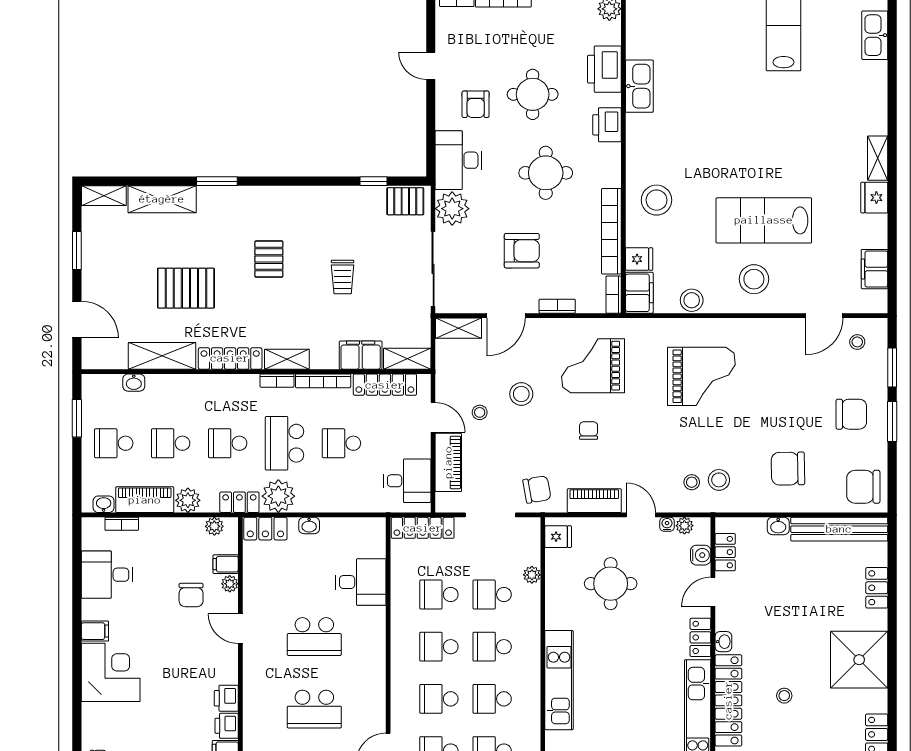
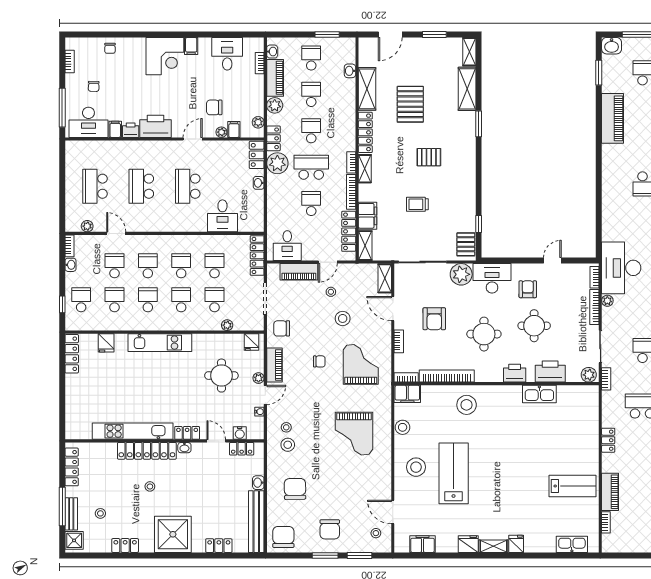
armchair: (476, 104) -> (528, 289), turned 90
fridge: (639, 259) -> (516, 544), moved, turned 180
chair: (537, 489) -> (282, 328), turned 100
plant: (684, 526) -> (258, 378), moved
printer: (226, 698) -> (156, 126), width x1.87, depth x1.48

